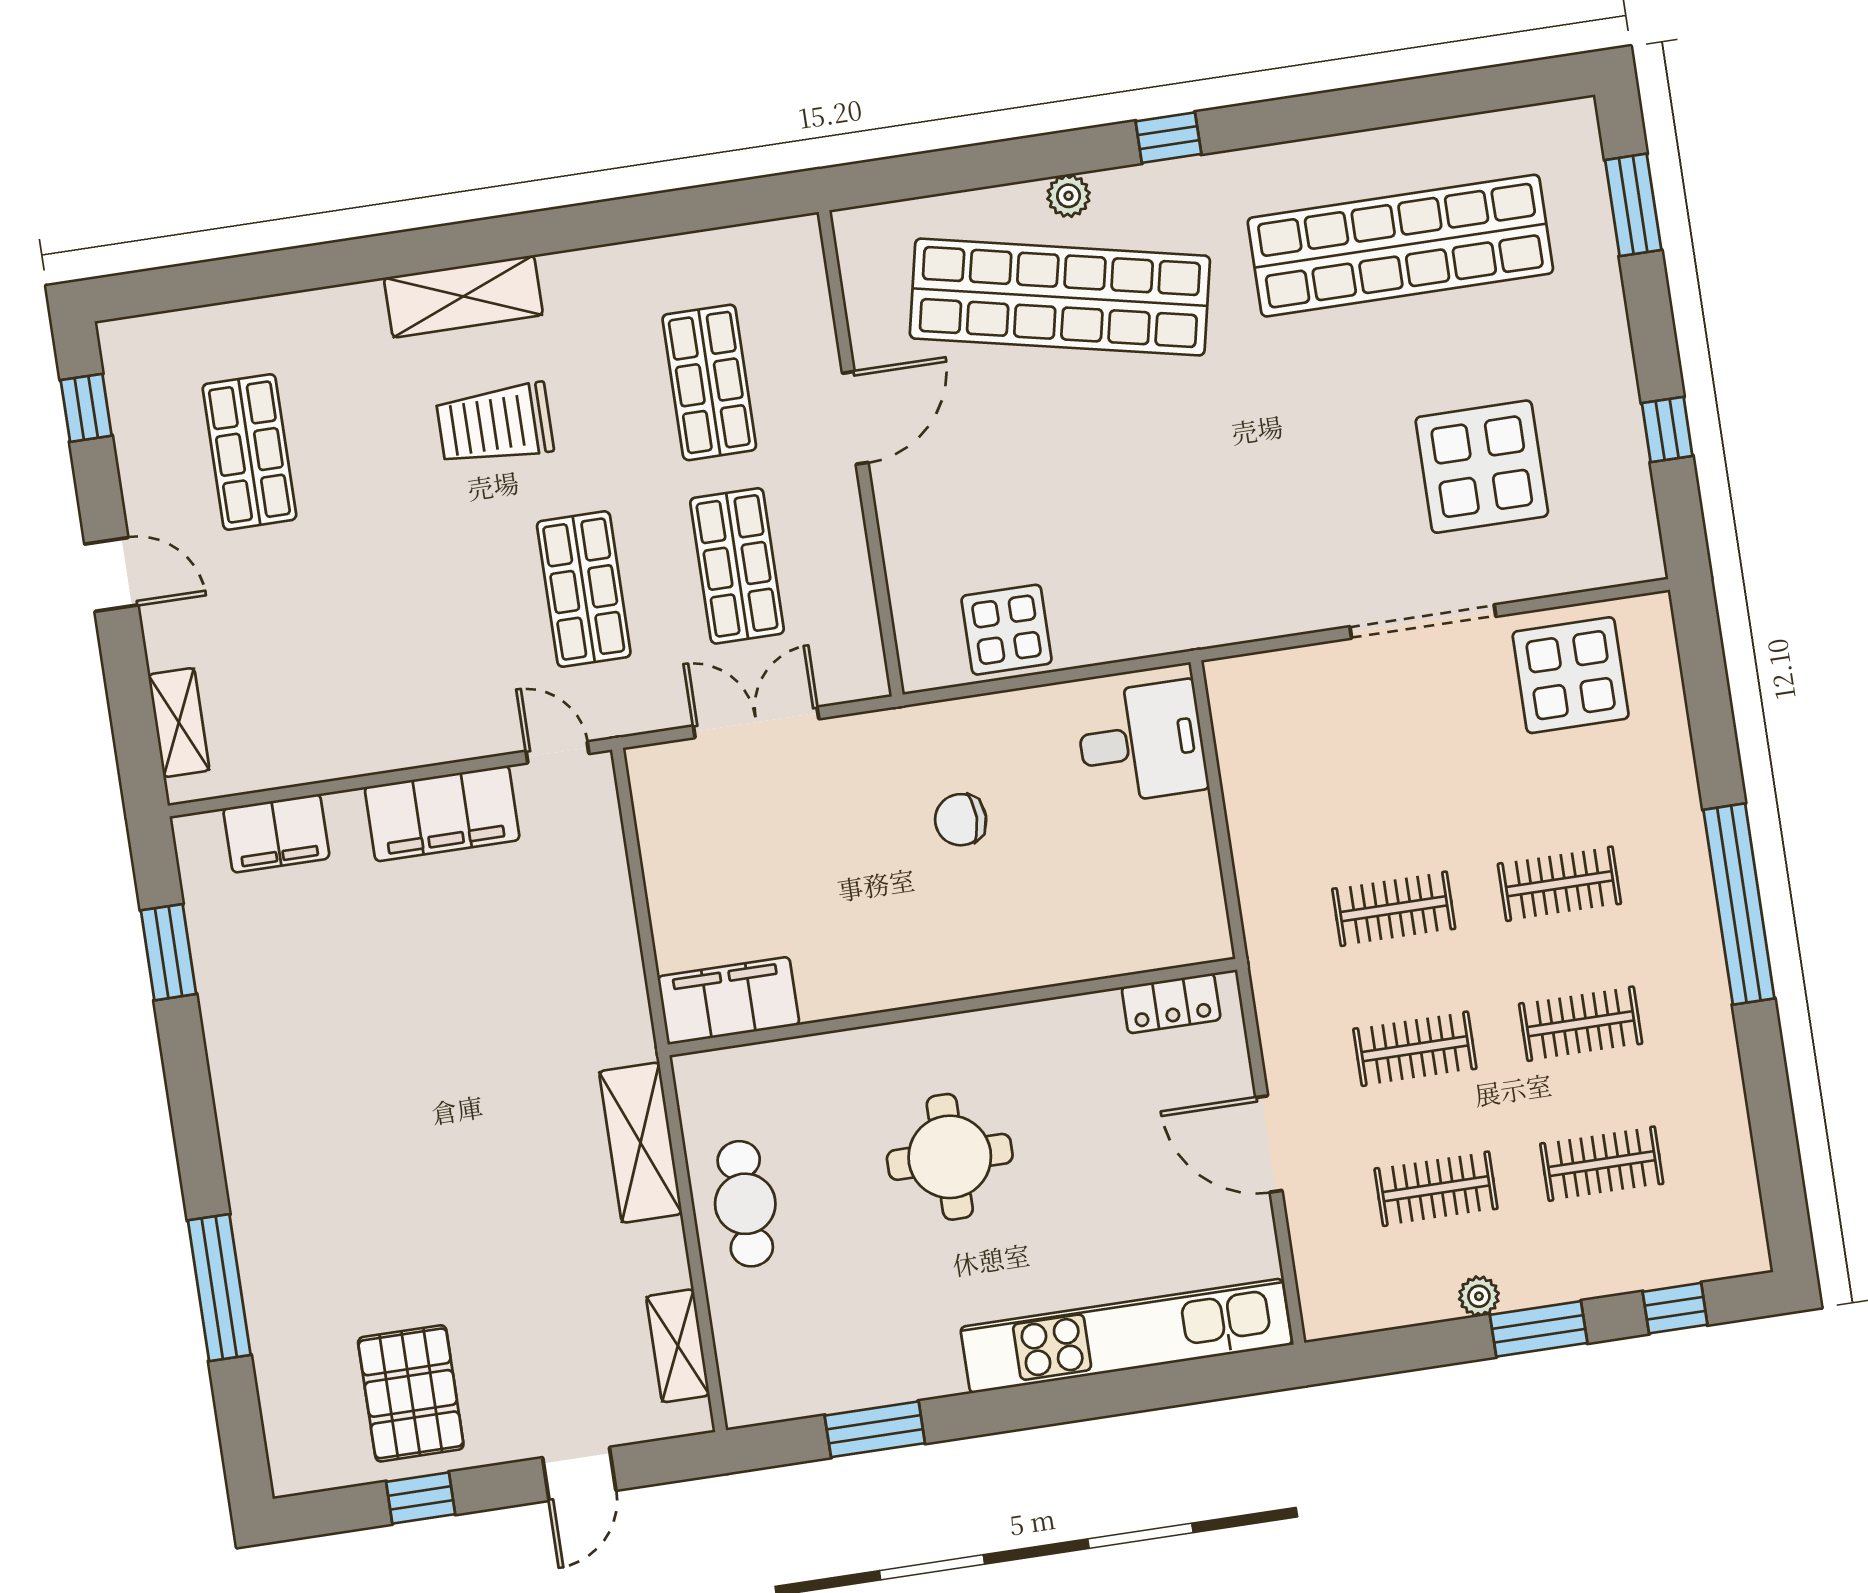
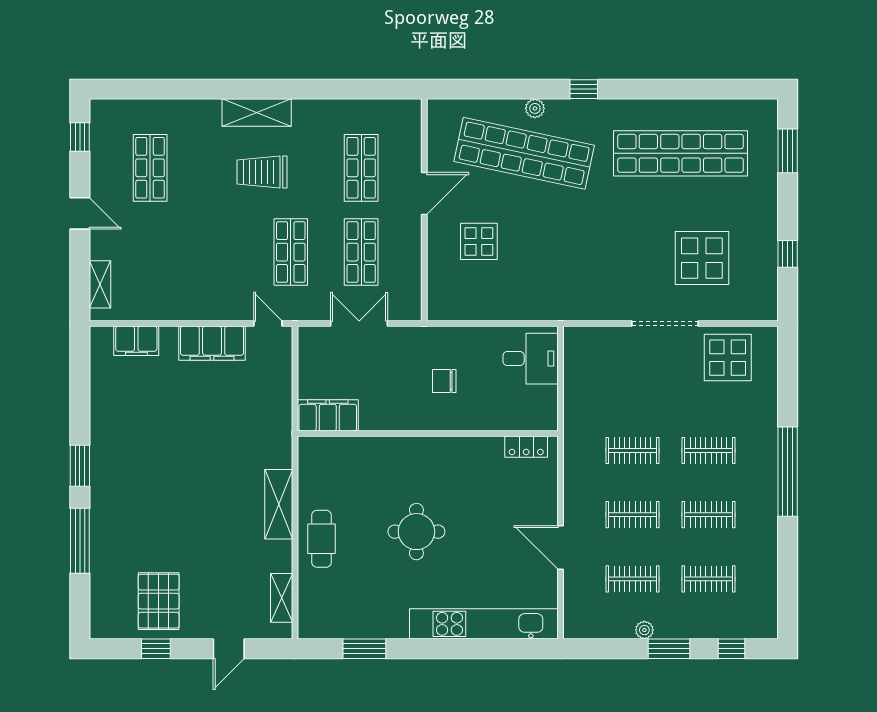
display table: (1007, 630) -> (479, 241), moved
window: (169, 952) -> (80, 466), moved
filing cabinet: (728, 1001) -> (328, 415), moved
locker: (1171, 1003) -> (526, 447), moved
wall: (952, 1007) -> (428, 433), moved

